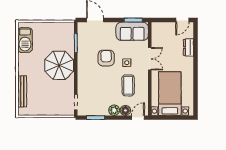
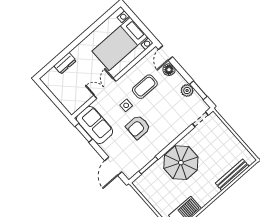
door: (182, 20) -> (46, 90), removed
plant: (114, 110) -> (187, 91), moved
door: (138, 118) -> (165, 53), hinge flipped

